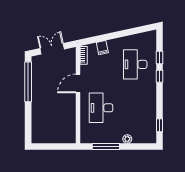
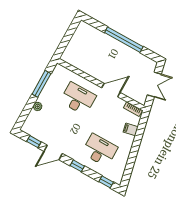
window: (159, 58) -> (106, 182), moved
window: (28, 82) -> (124, 40), moved
door: (78, 83) -> (111, 90), hinge flipped
door: (159, 103) -> (53, 152), added

